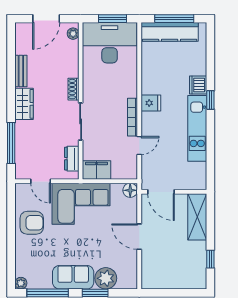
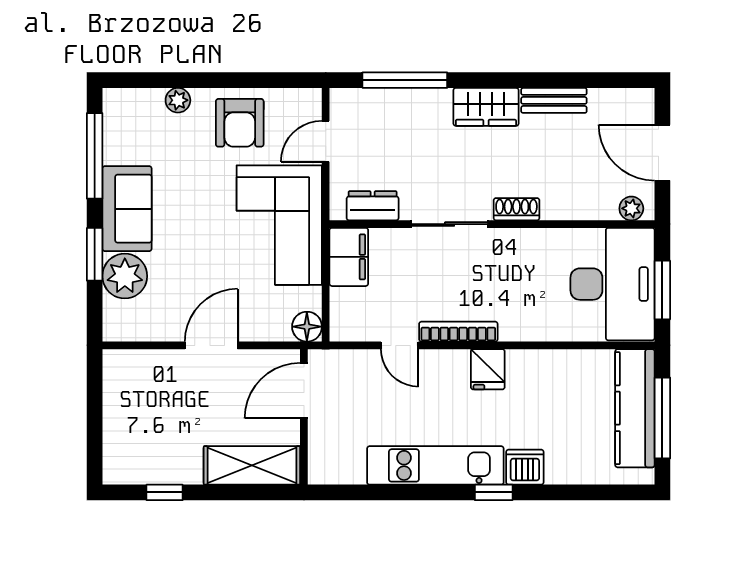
plant: (21, 283) -> (178, 100), moved

